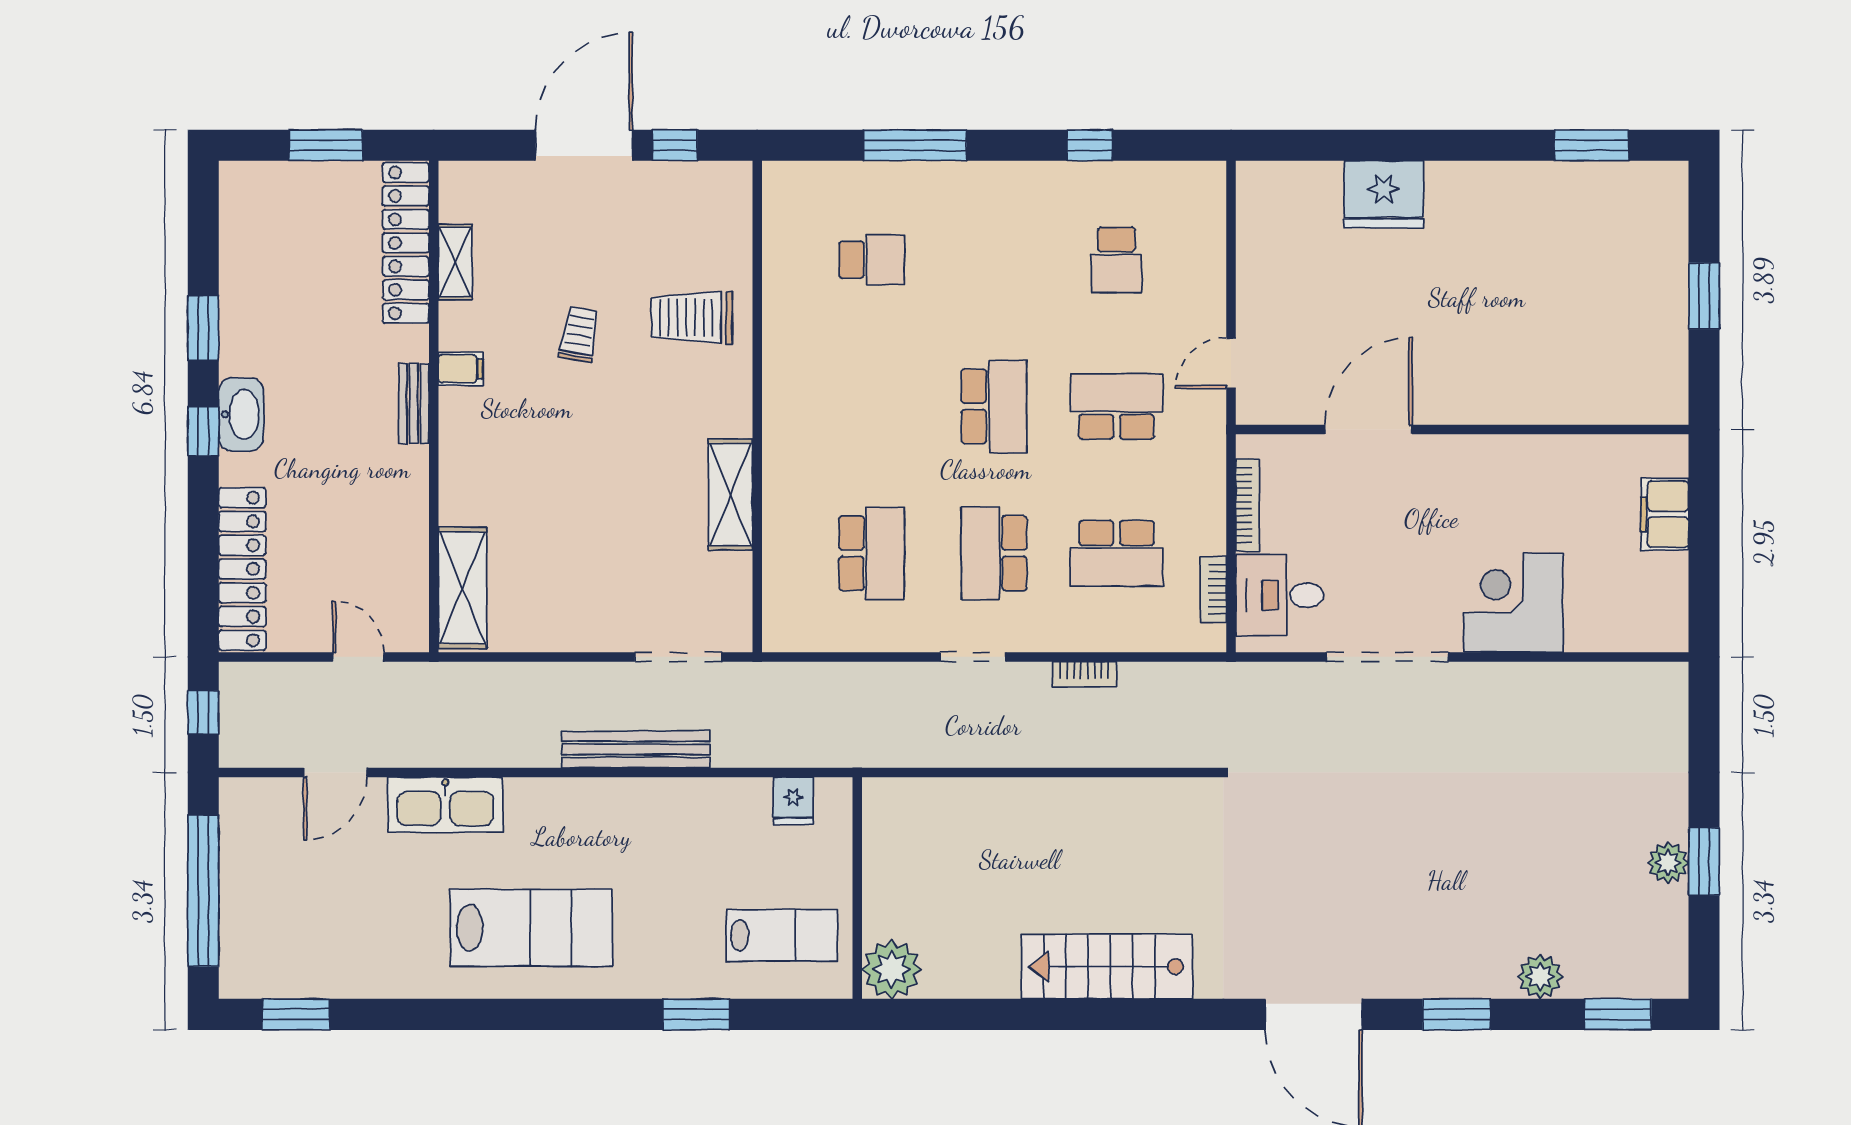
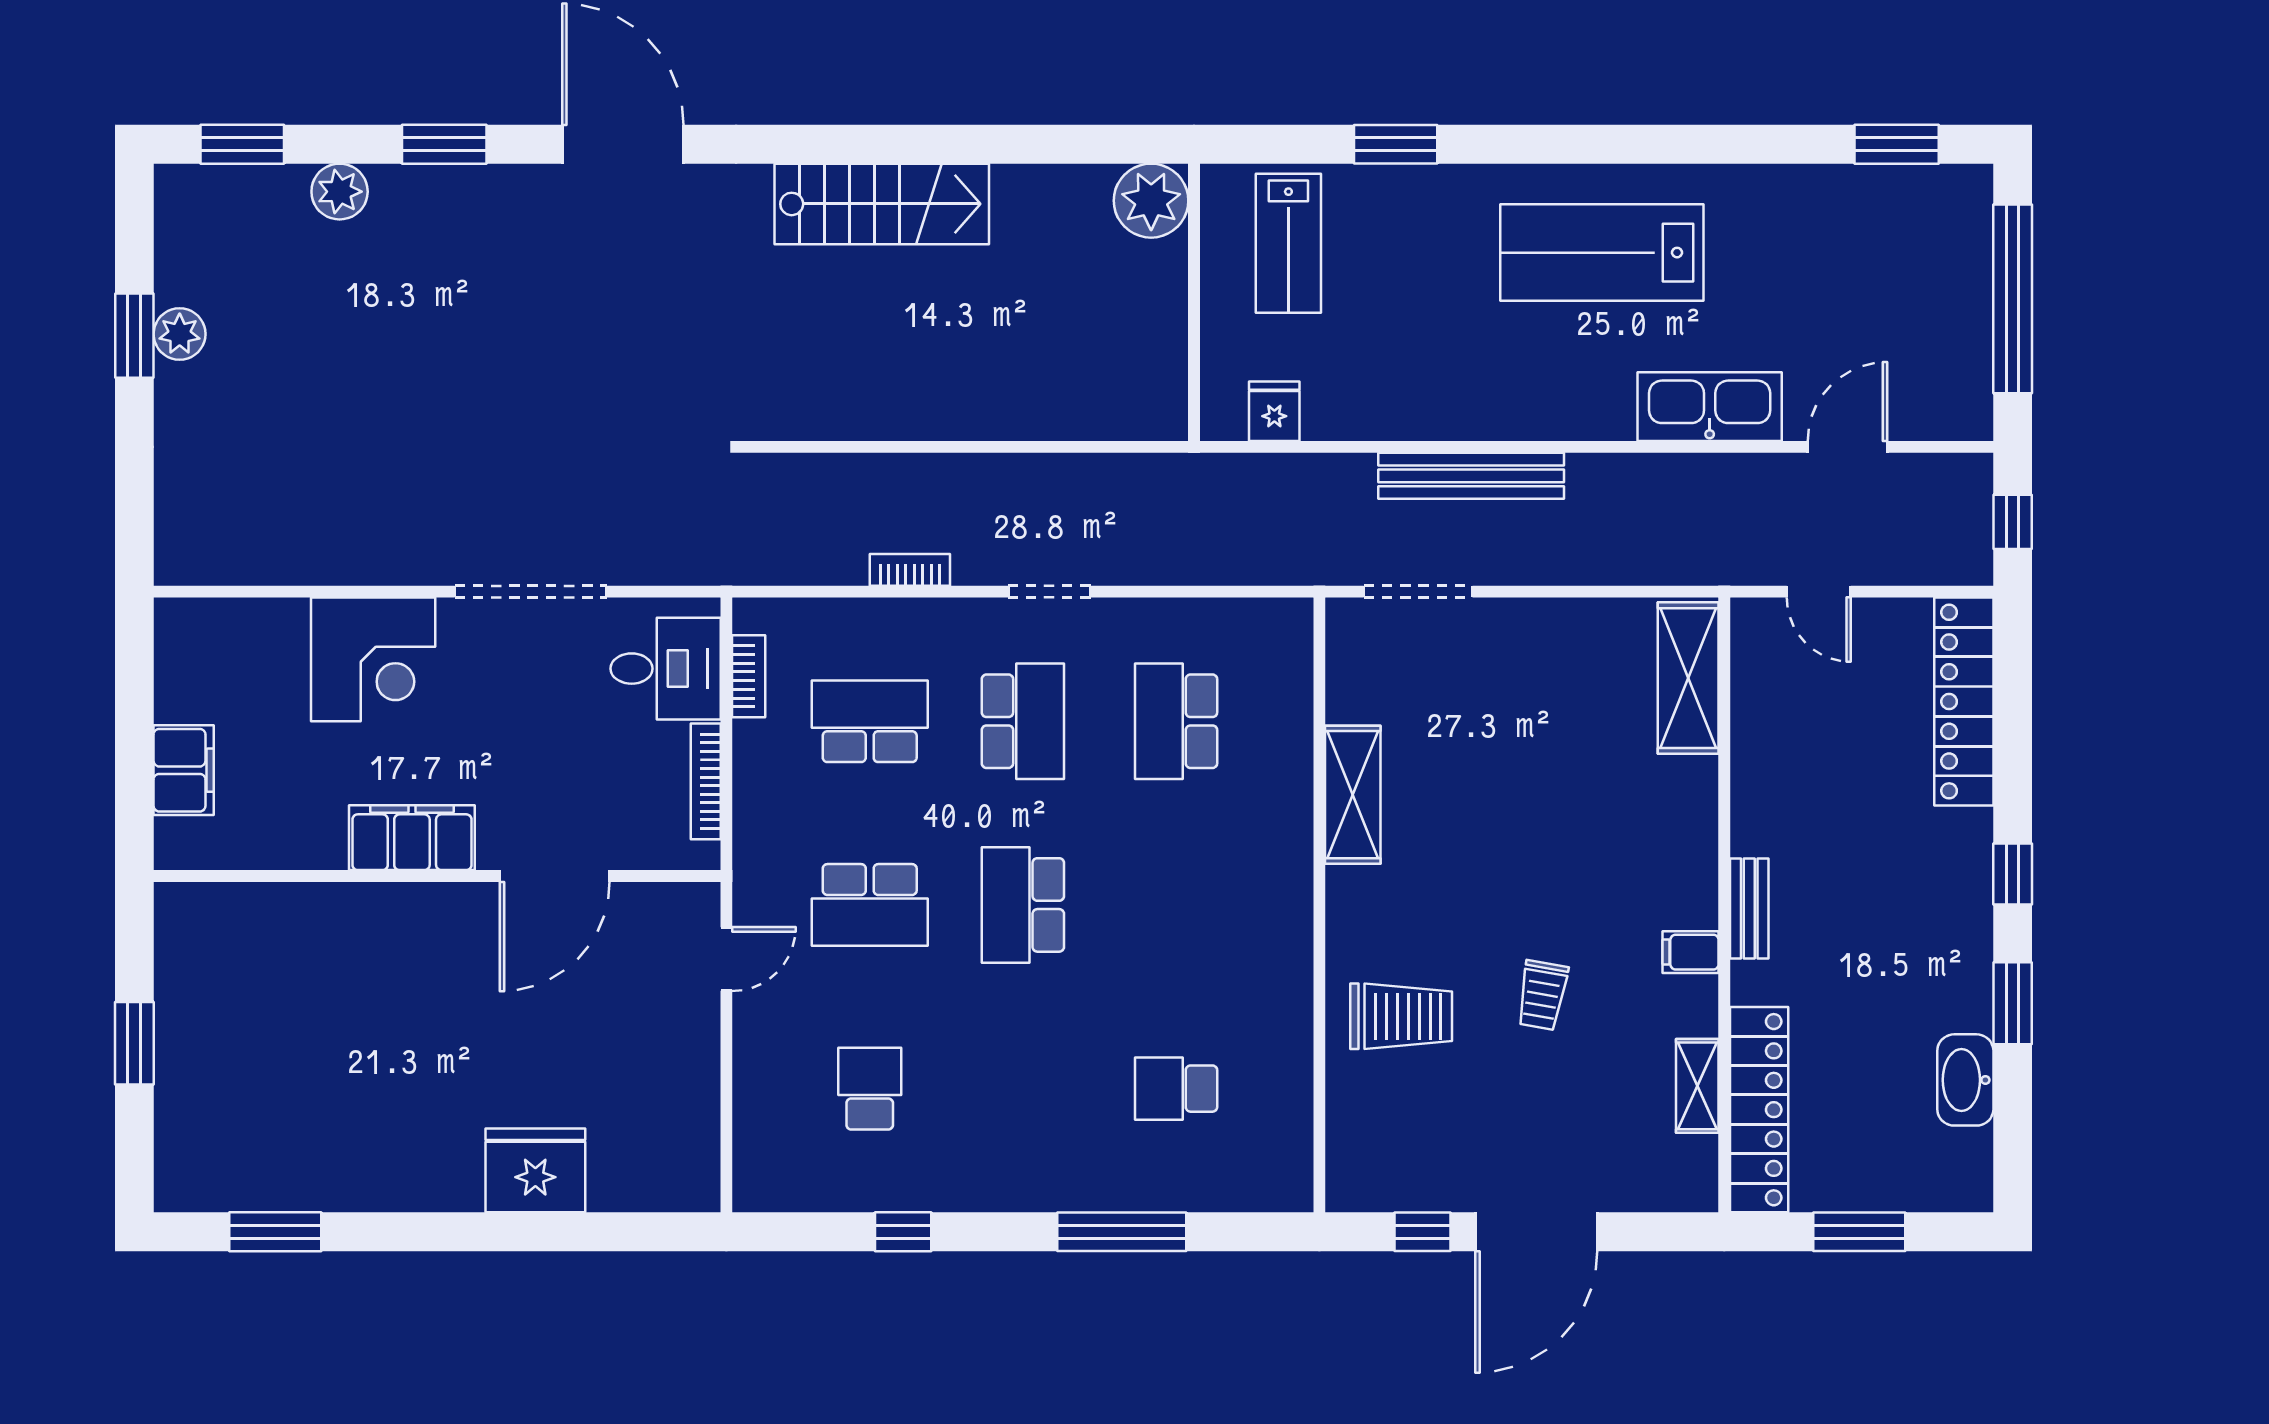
washbasin: (241, 414) -> (1965, 1080), moved
filing cabinet: (1482, 460) -> (412, 838), added
lab bench: (782, 935) -> (1288, 243), turned -90

